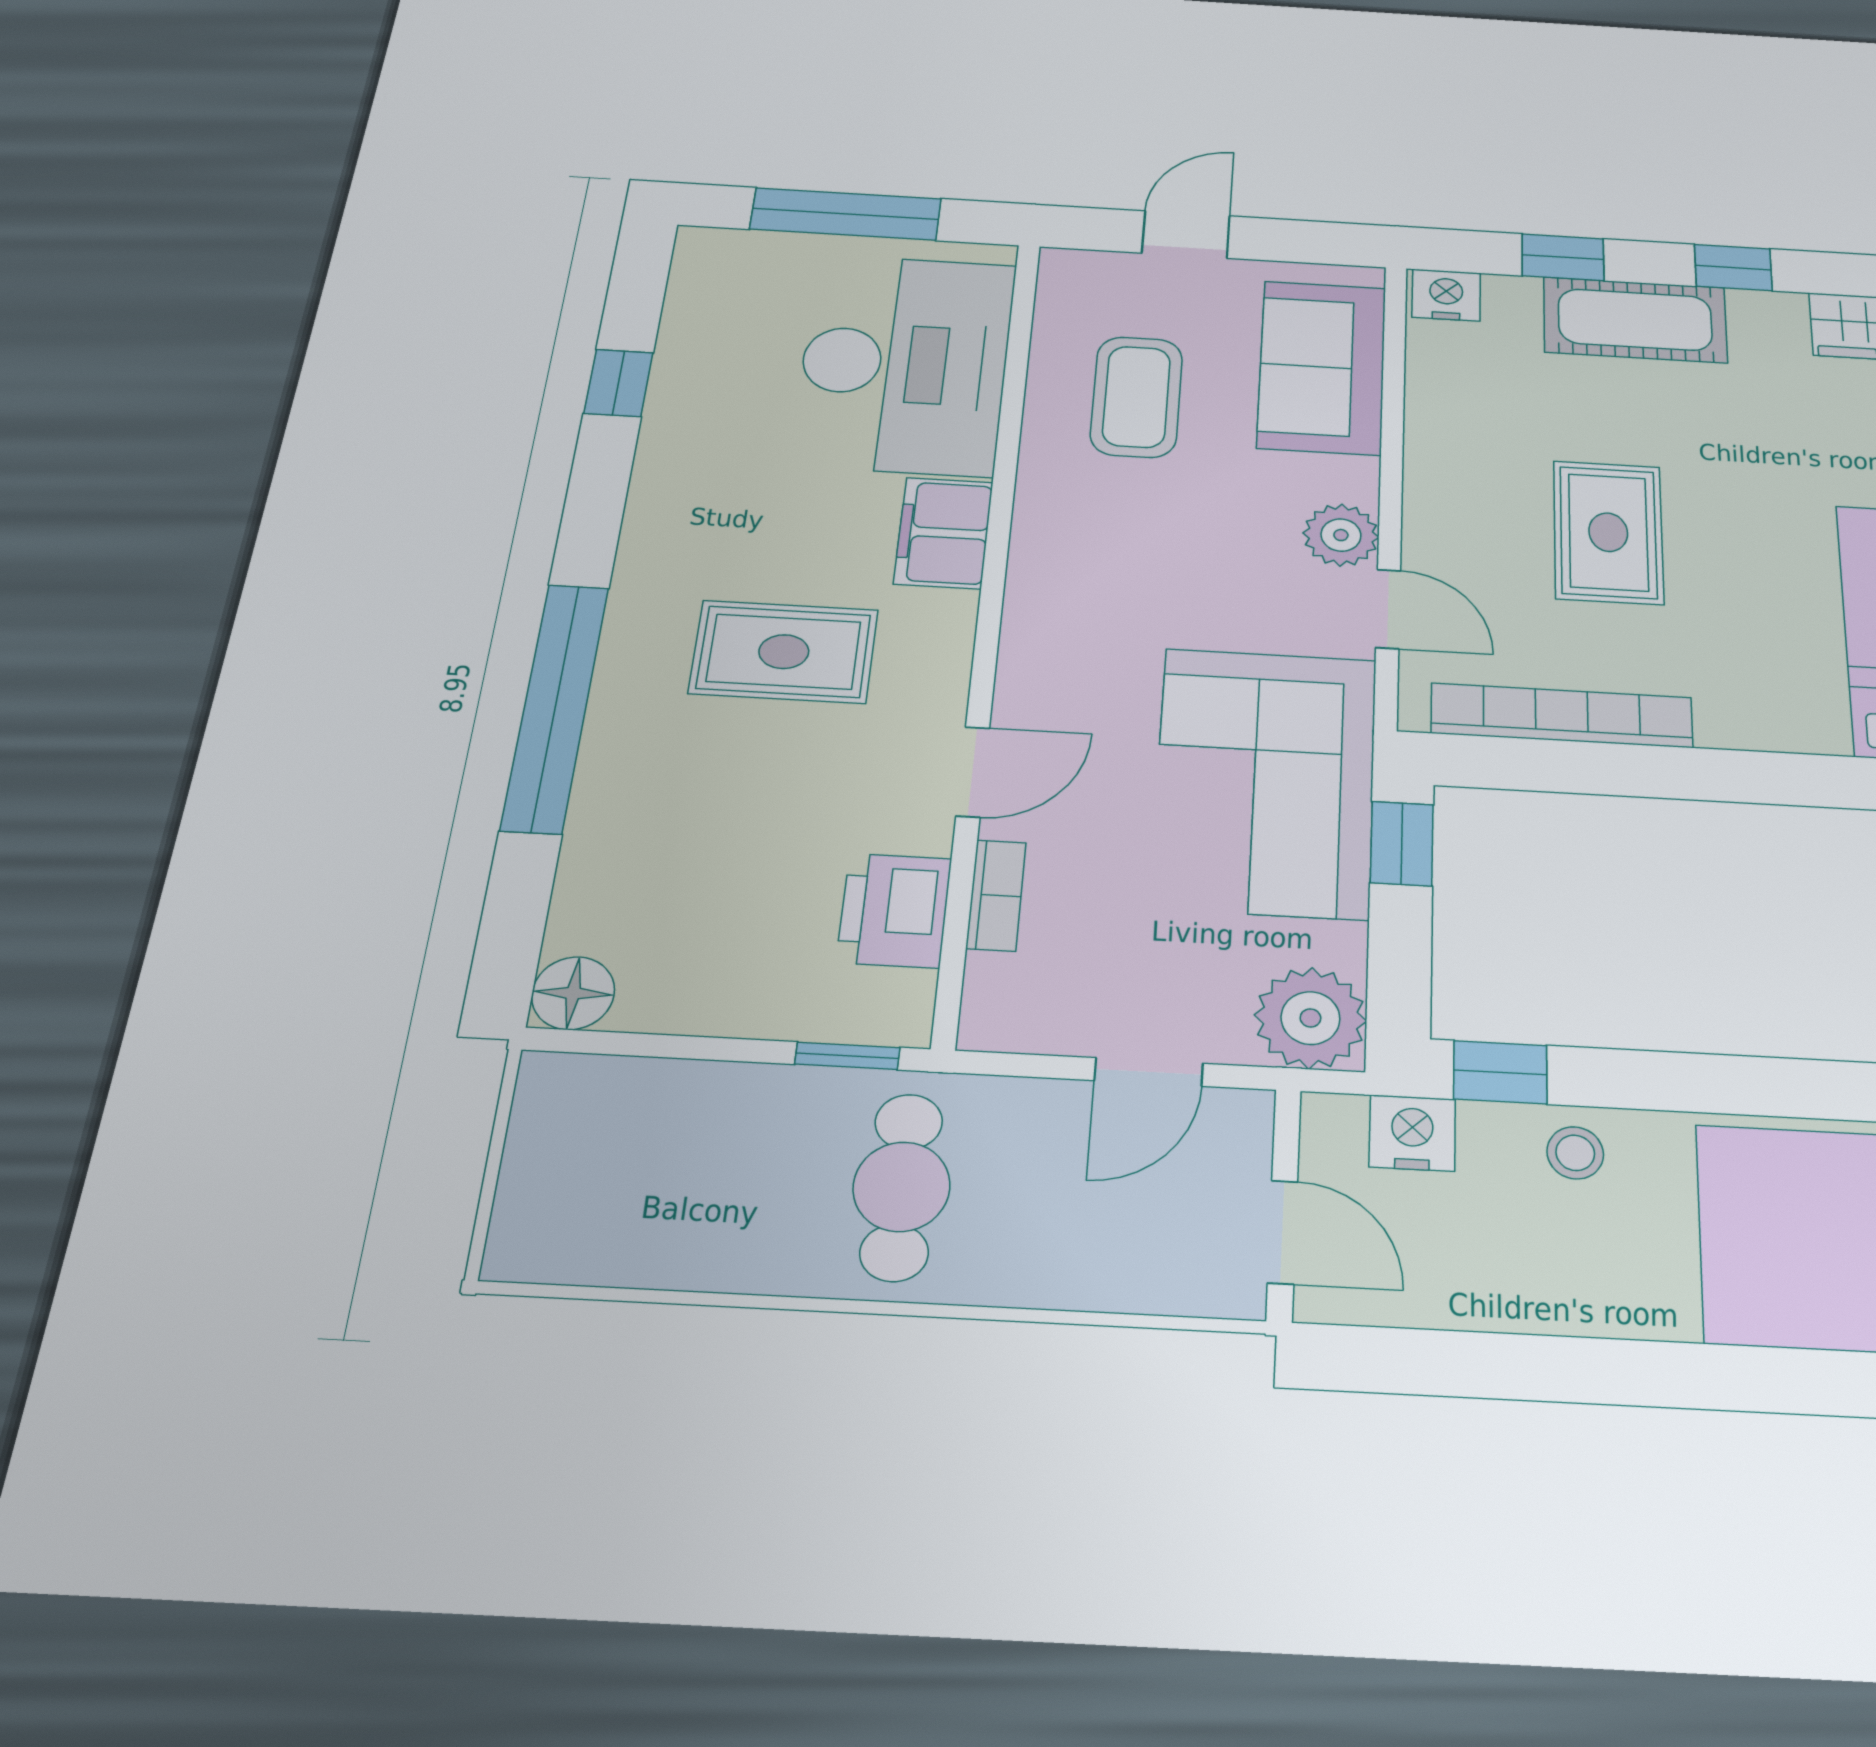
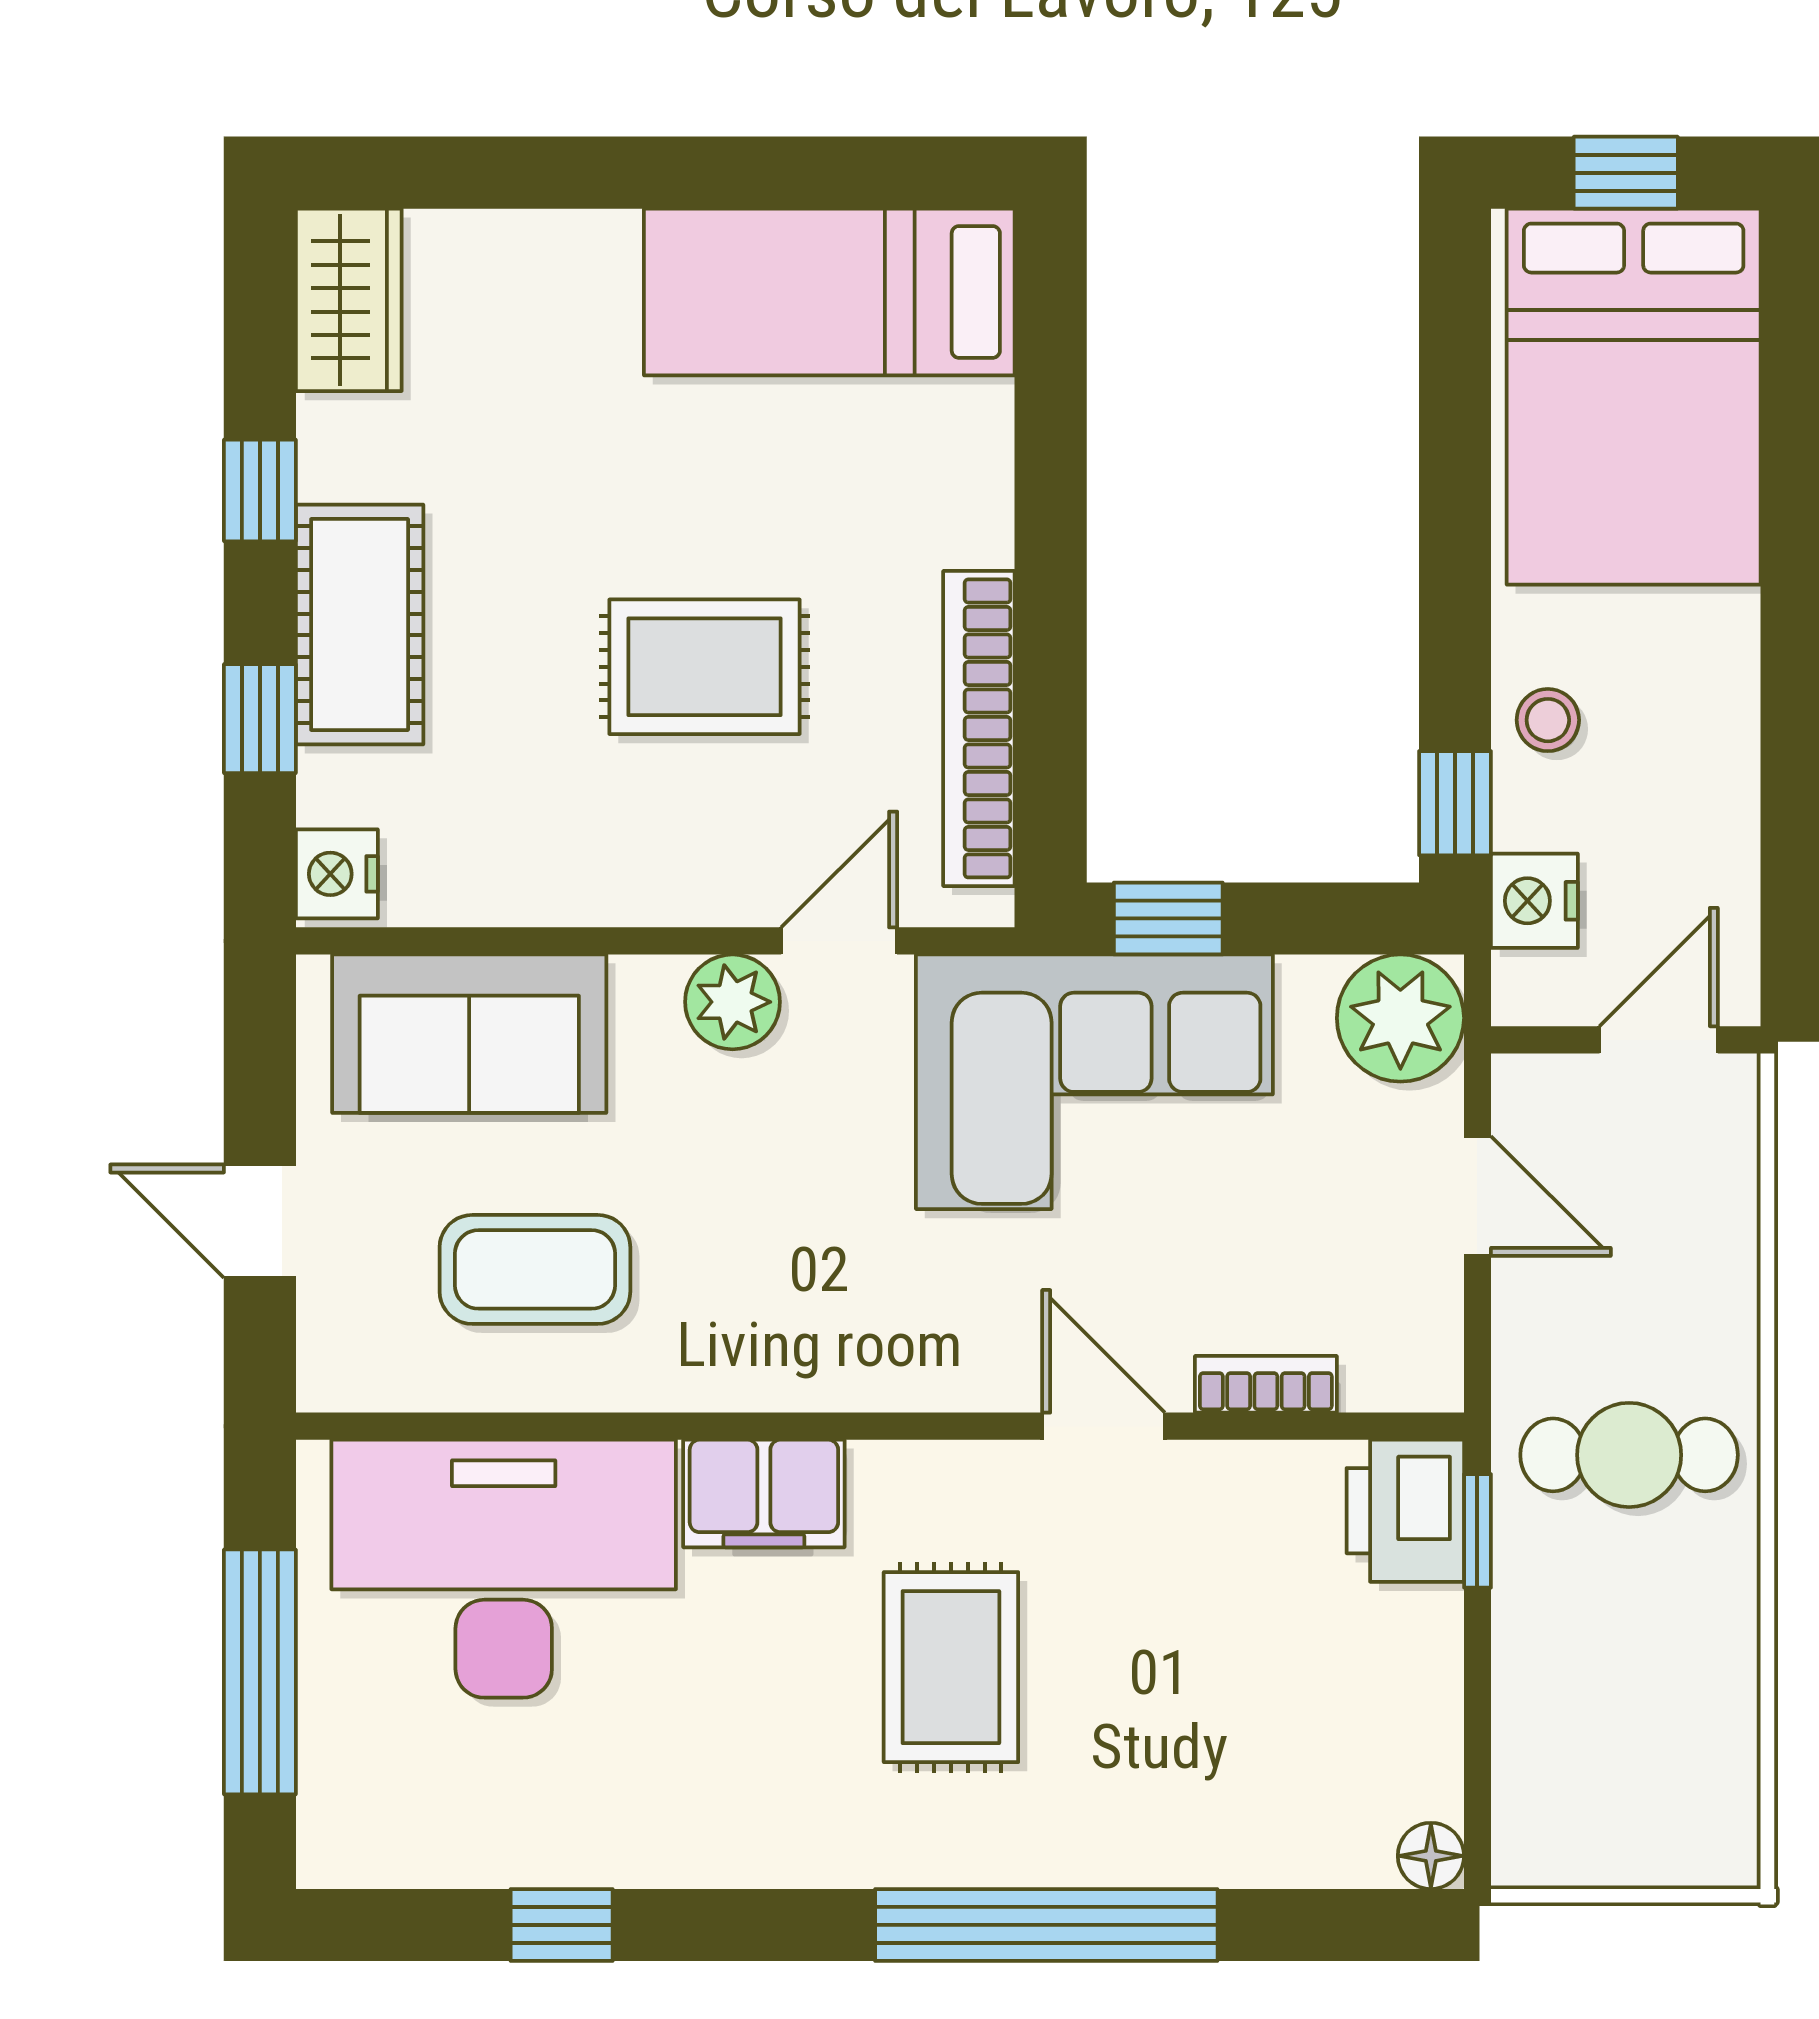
printer: (894, 910) -> (1405, 1511), moved, turned 90
floor lamp: (573, 993) -> (1431, 1856), width x0.73, depth x0.73

